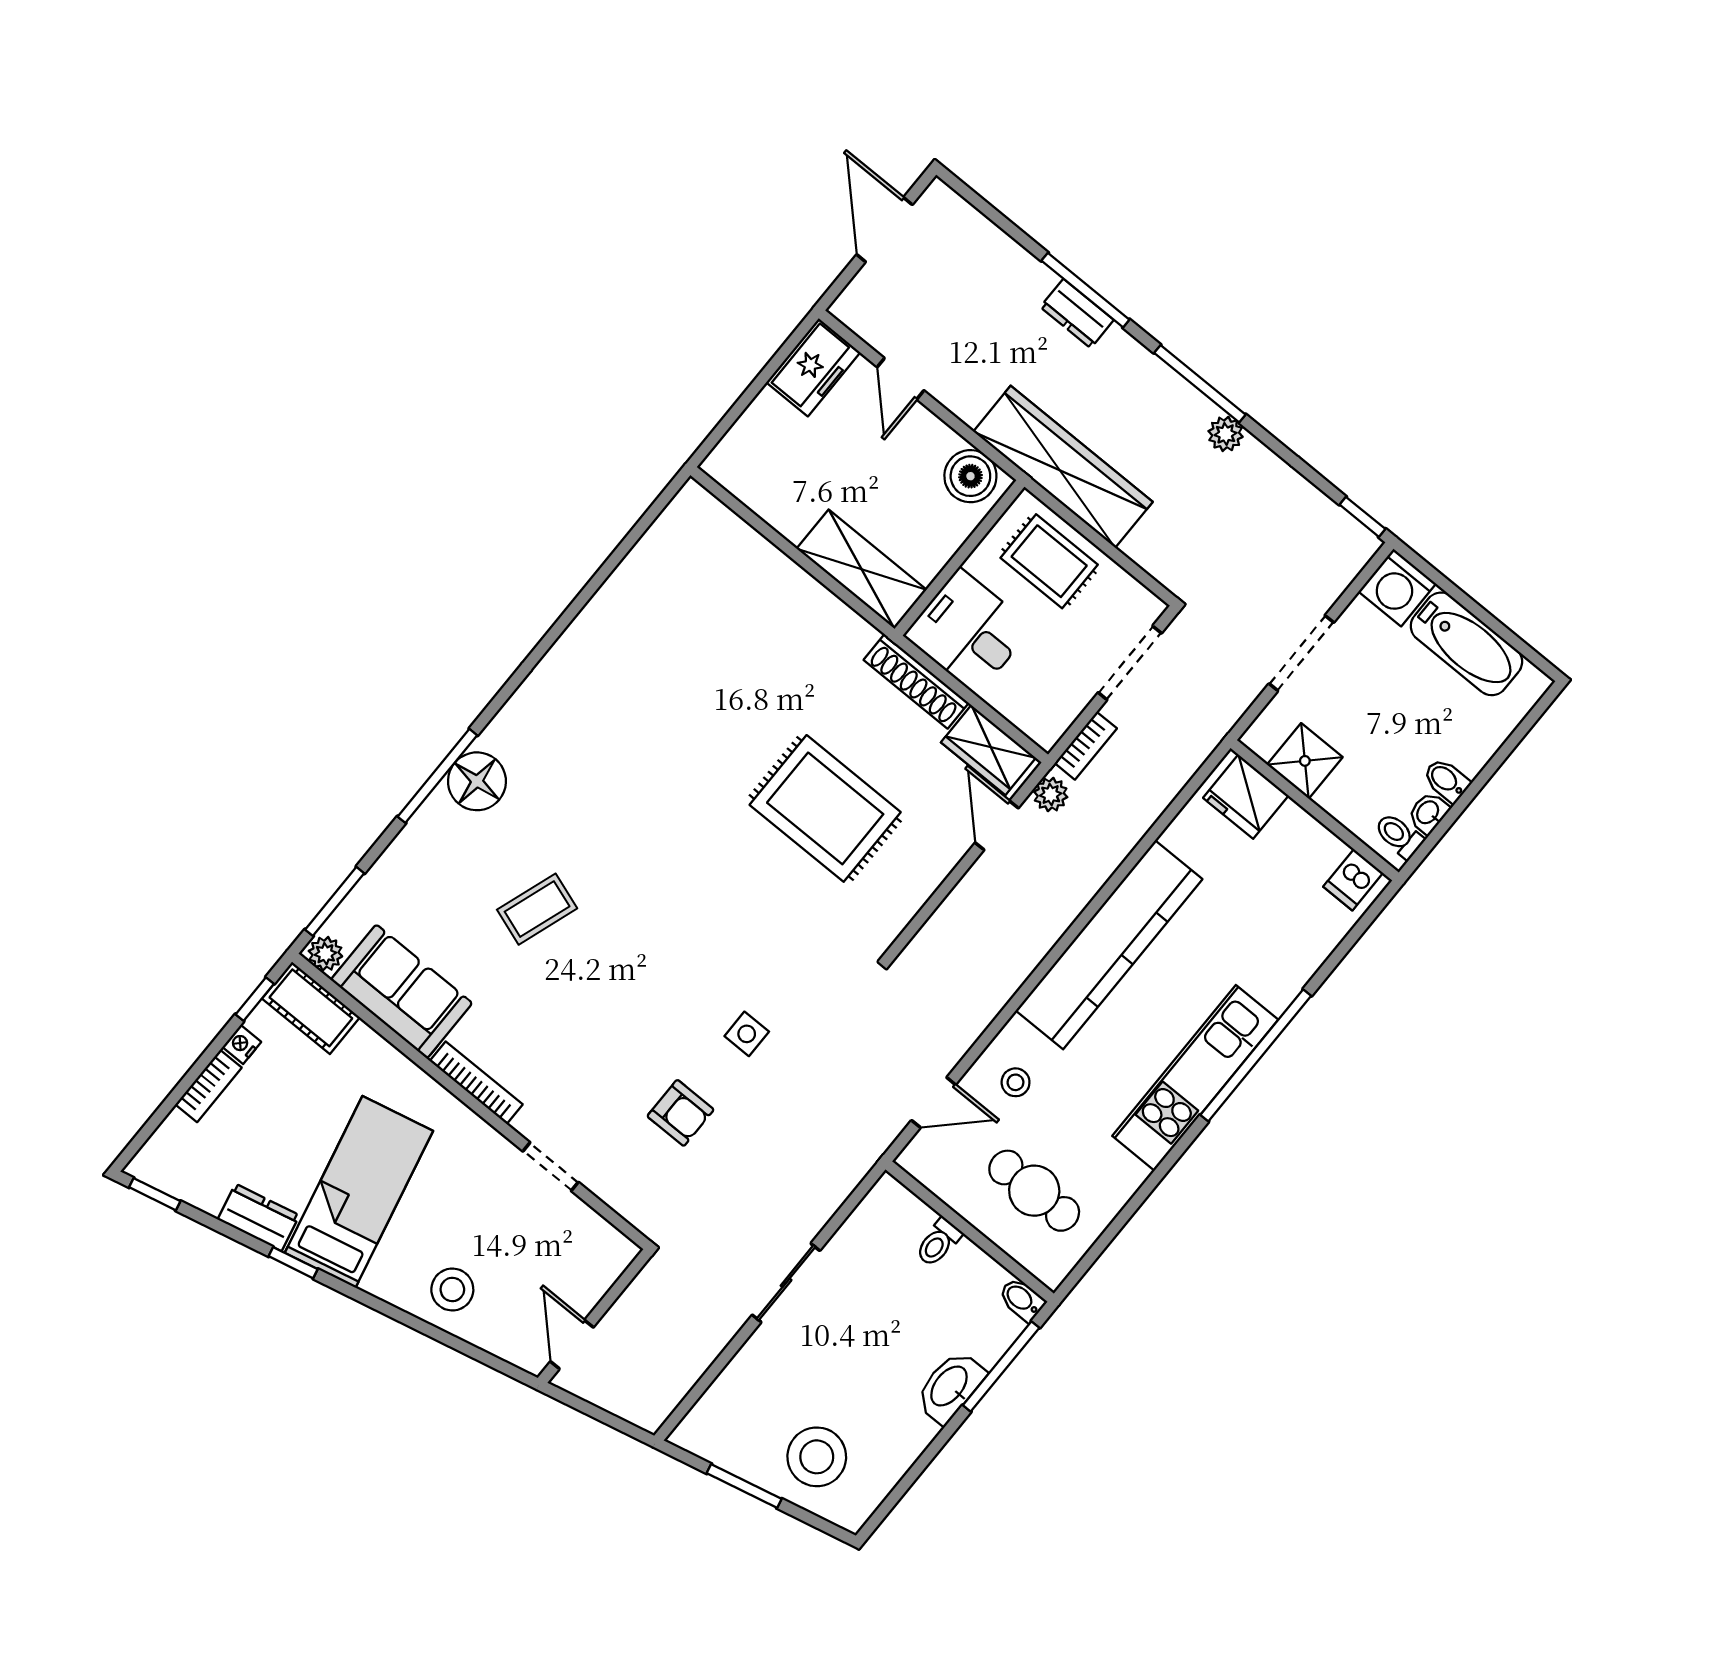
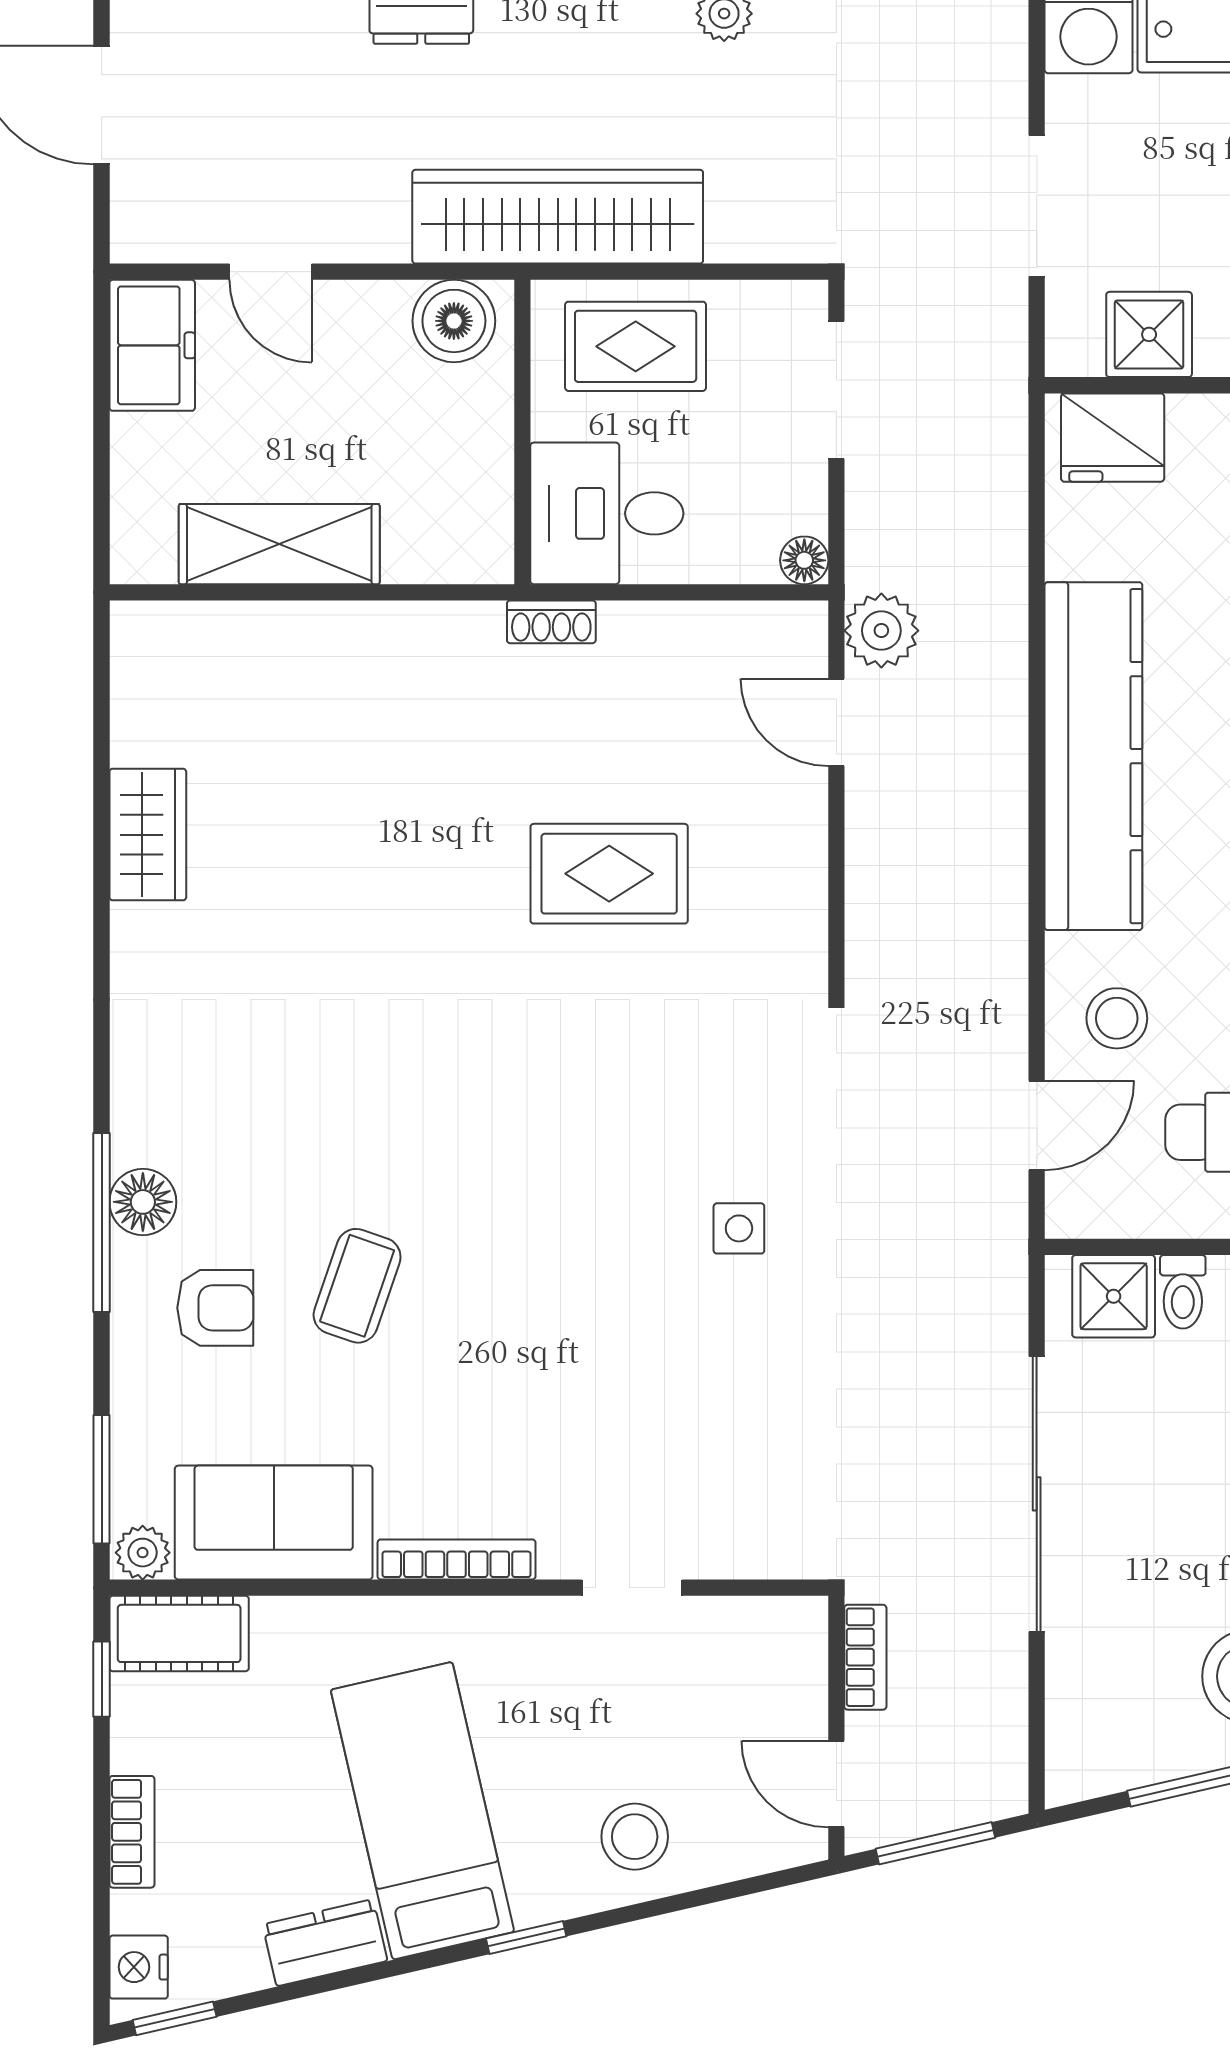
shelving: (862, 569) -> (279, 544), moved
shoe rack: (916, 681) -> (551, 622), width x0.51, depth x0.81
floor lamp: (1046, 733) -> (804, 560), added
bookcase: (1086, 746) -> (865, 1657), moved
wardrobe: (988, 750) -> (148, 835), moved, turned -90
floor lamp: (477, 781) -> (143, 1202), width x0.73, depth x0.73
plant: (1051, 794) -> (881, 631), width x1.38, depth x1.38
rug: (825, 808) -> (609, 874), width x0.73, depth x0.70
nightstand: (242, 1044) -> (139, 1967), moved, width x1.39, depth x1.35
stool: (1016, 1082) -> (1117, 1018), width x1.37, depth x1.37
armchair: (680, 1113) -> (215, 1308), moved
shower: (903, 1217) -> (1114, 1296), added
window: (293, 1263) -> (526, 1937), moved
sliding door: (786, 1283) -> (1037, 1494), width x1.86
window: (597, 1413) -> (935, 1843), added

